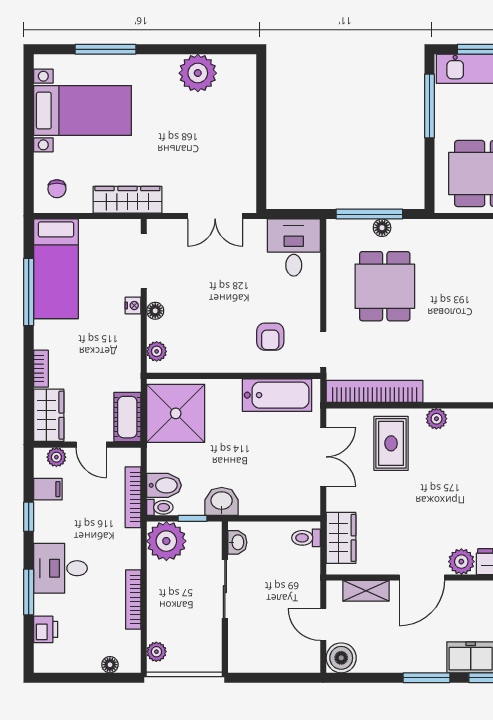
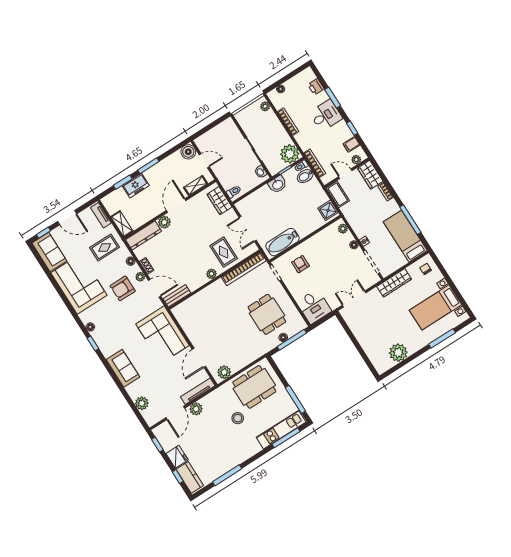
shower: (176, 413) -> (328, 210), width x0.54, depth x0.54

